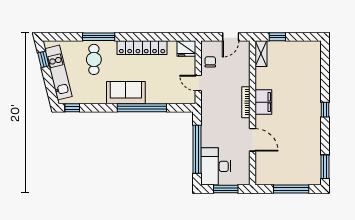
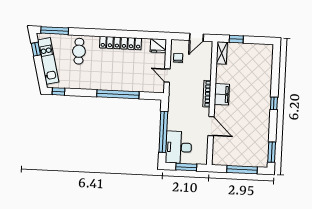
window: (99, 37) -> (55, 31), moved
sofa: (126, 93) -> (105, 81), removed

